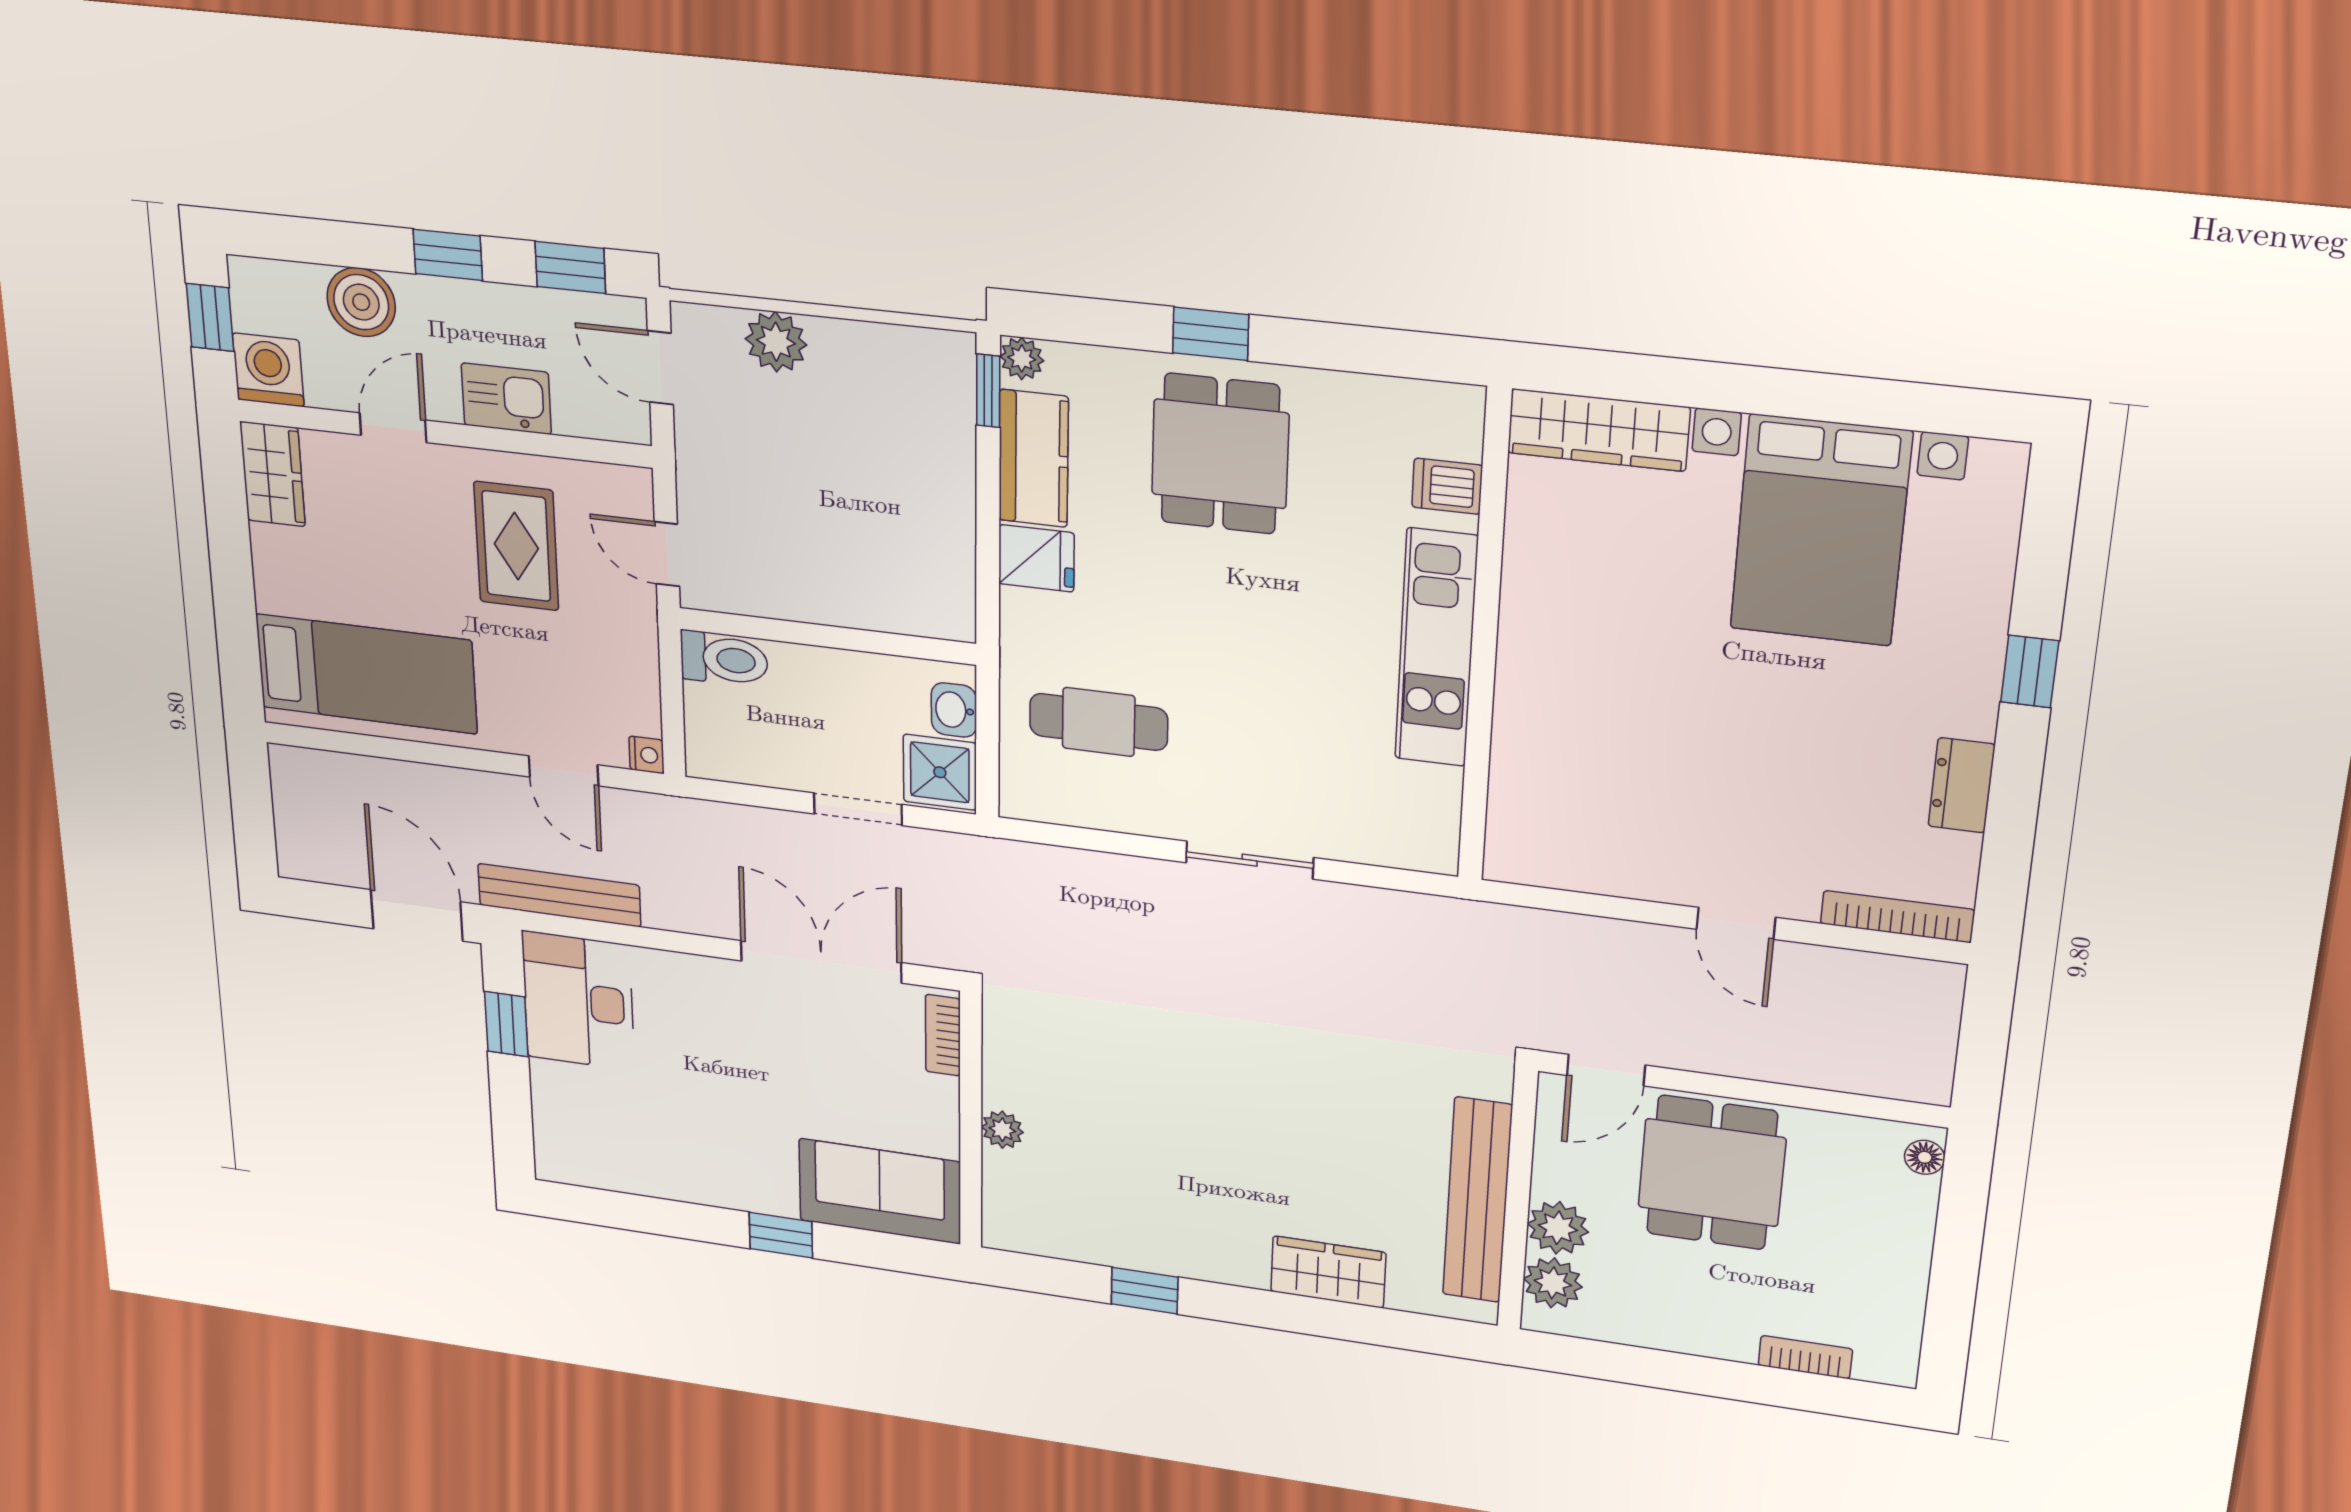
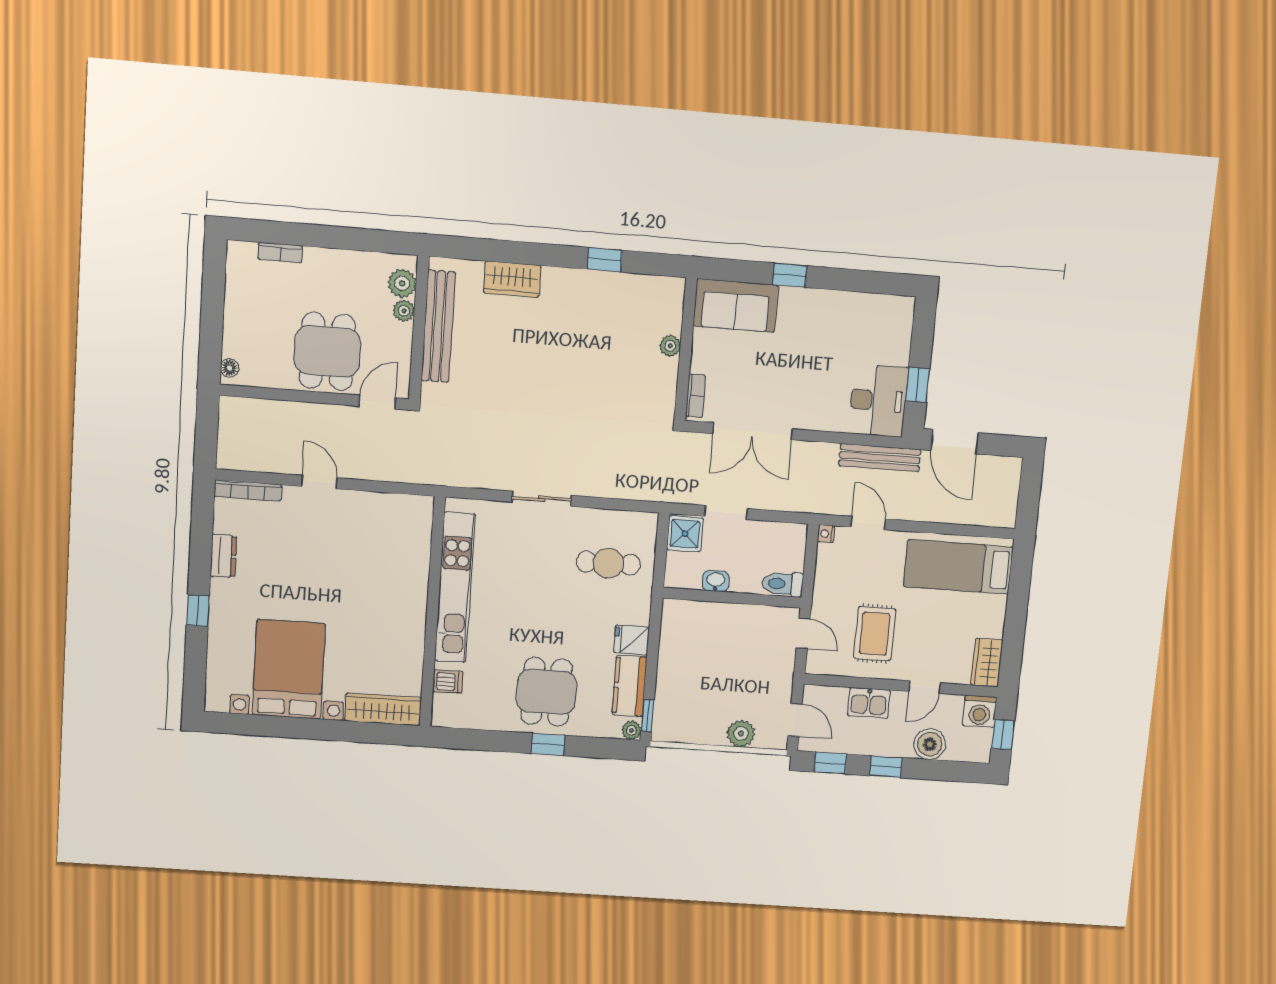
kitchen unit: (1436, 648) -> (455, 587), width x1.36
washbasin: (954, 710) -> (716, 581), moved, turned -90
plant: (1558, 1228) -> (404, 311), width x0.73, depth x0.73

